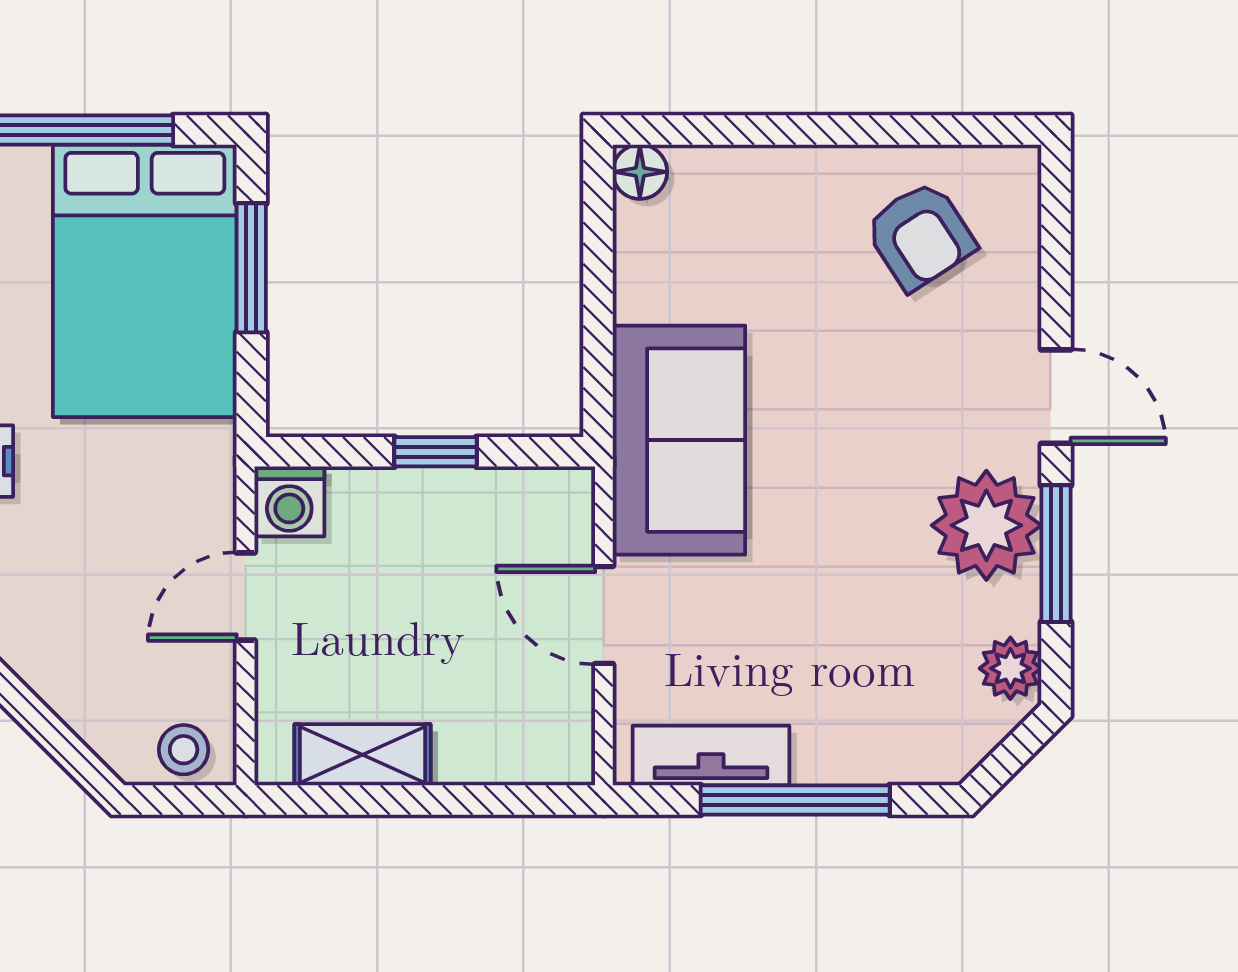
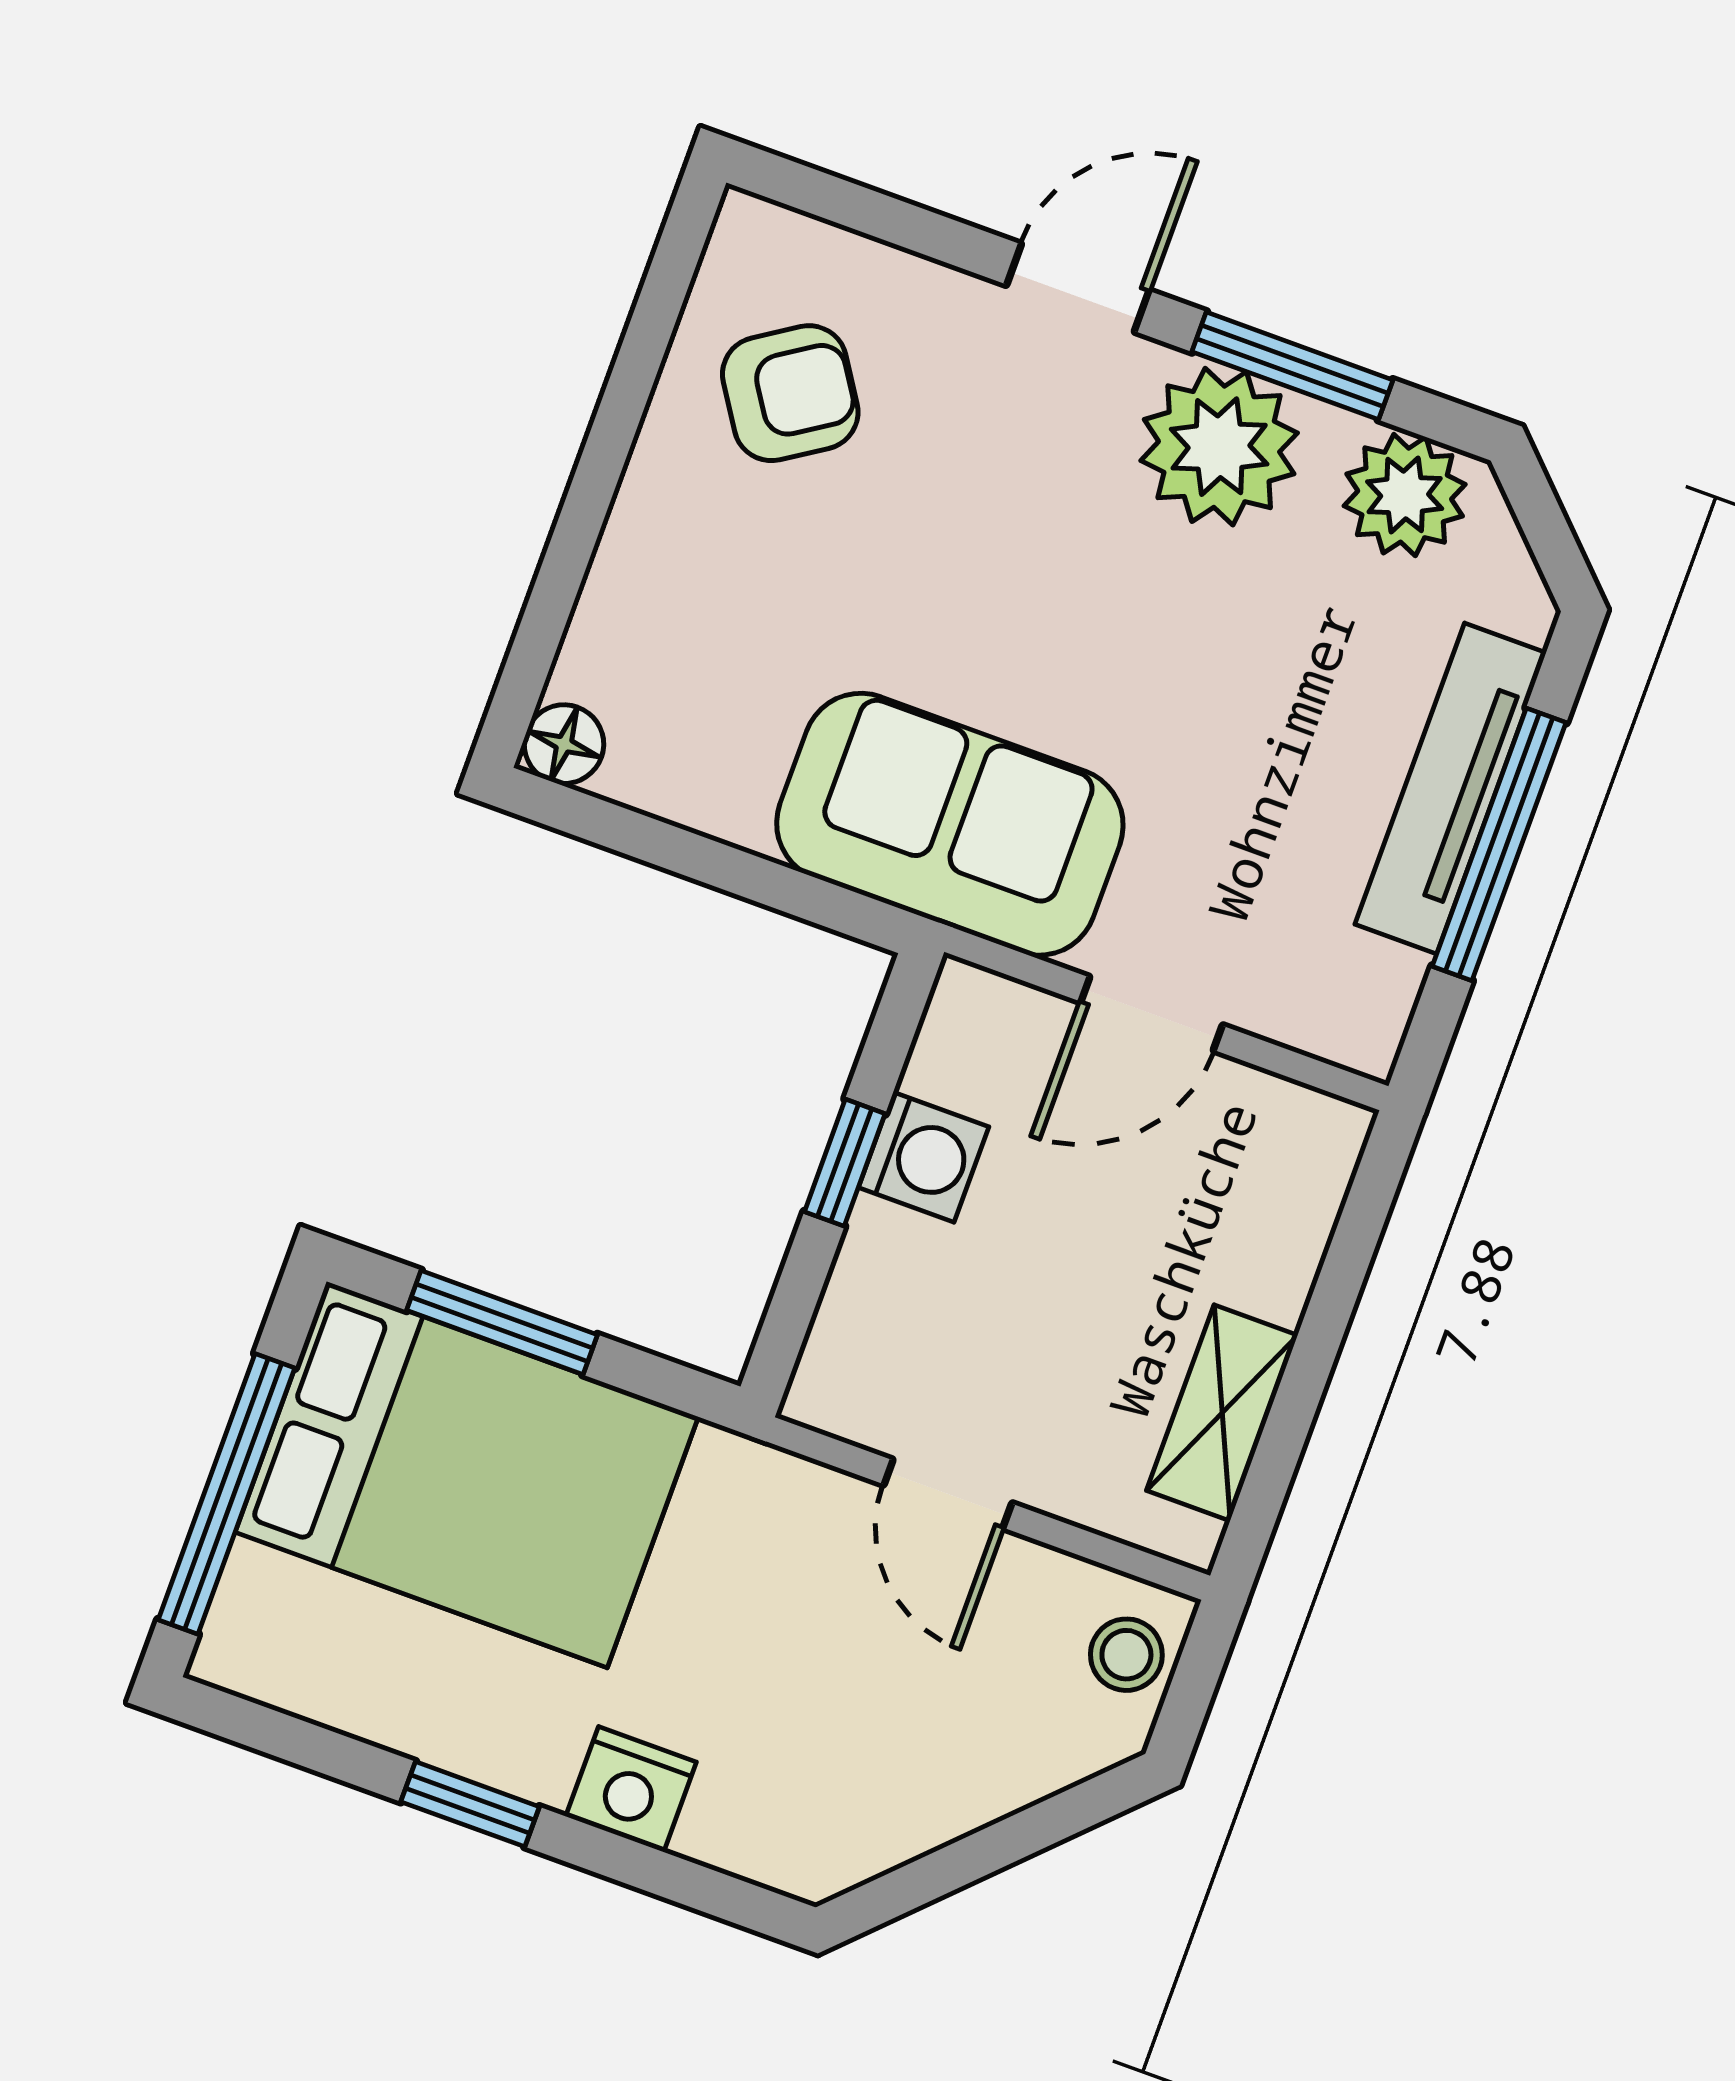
washing machine: (289, 501) -> (924, 1157), moved
plant: (1010, 668) -> (1405, 495), width x1.38, depth x1.38
tv unit: (711, 755) -> (1451, 788), moved, width x1.41

